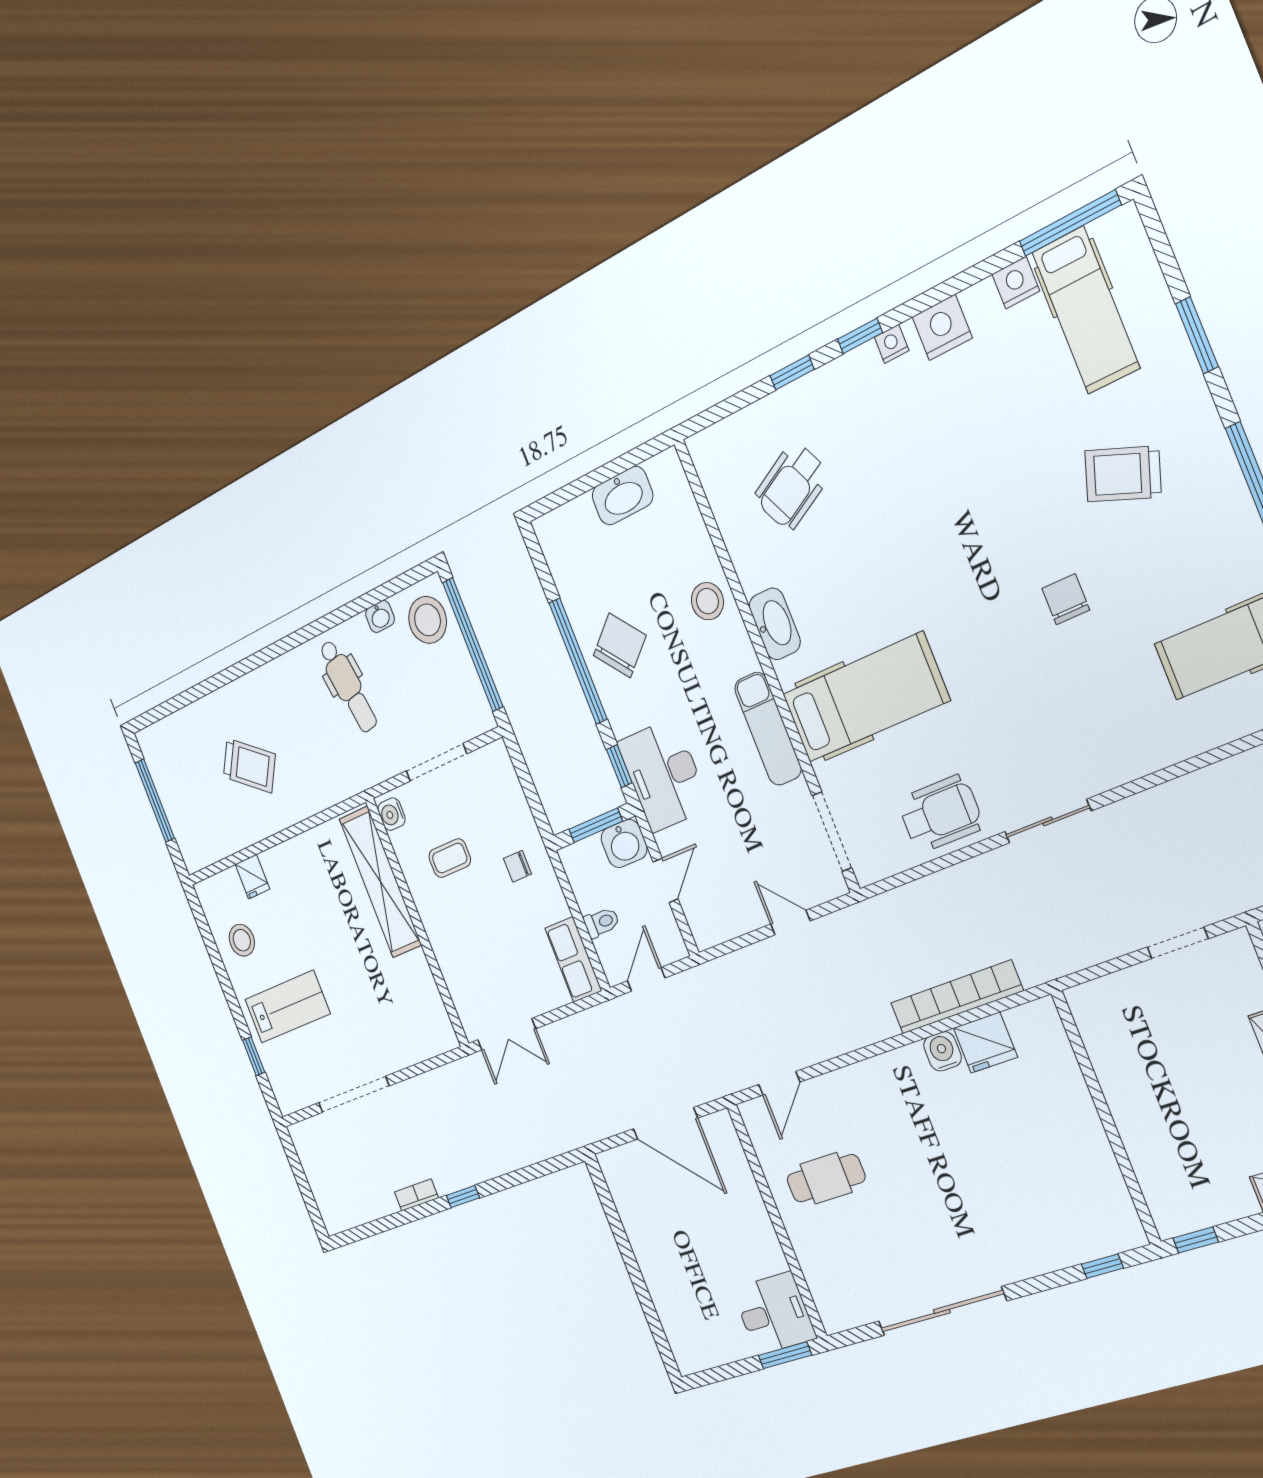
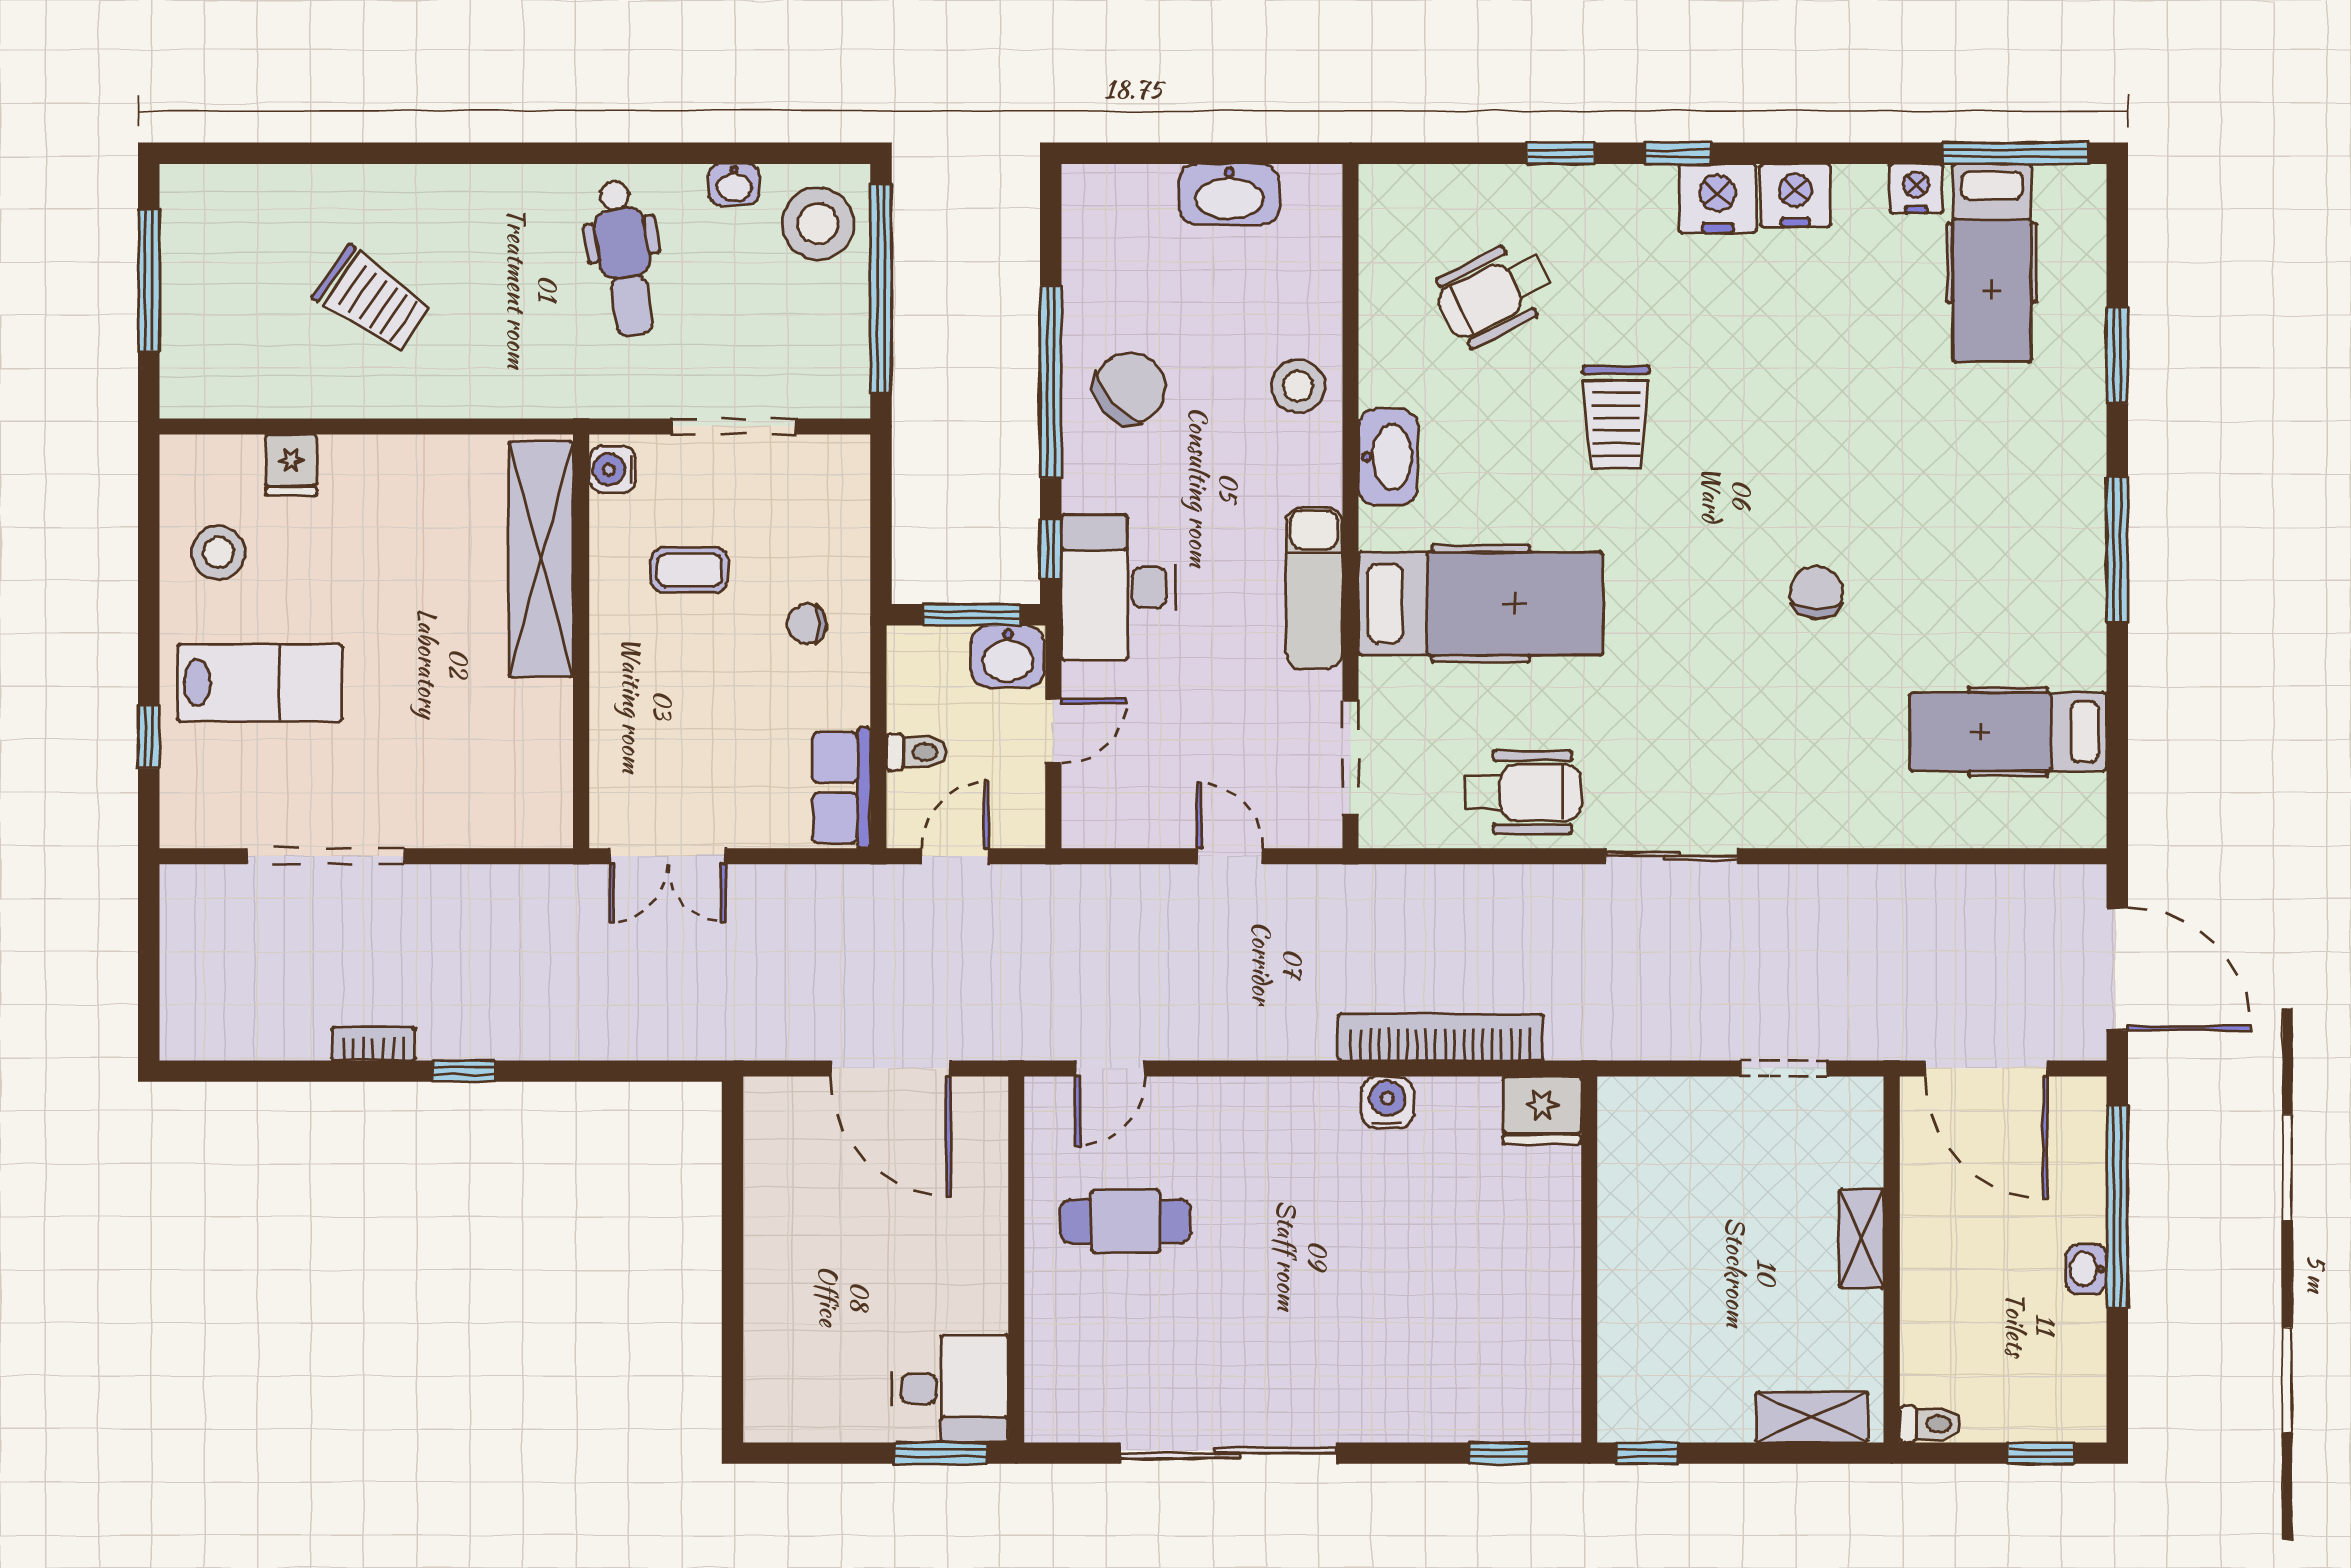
nightstand: (892, 344) -> (1718, 198), width x1.89, depth x1.79
trolley: (1123, 474) -> (1616, 417), moved, turned -110
fridge: (985, 1043) -> (1542, 1110), moved

